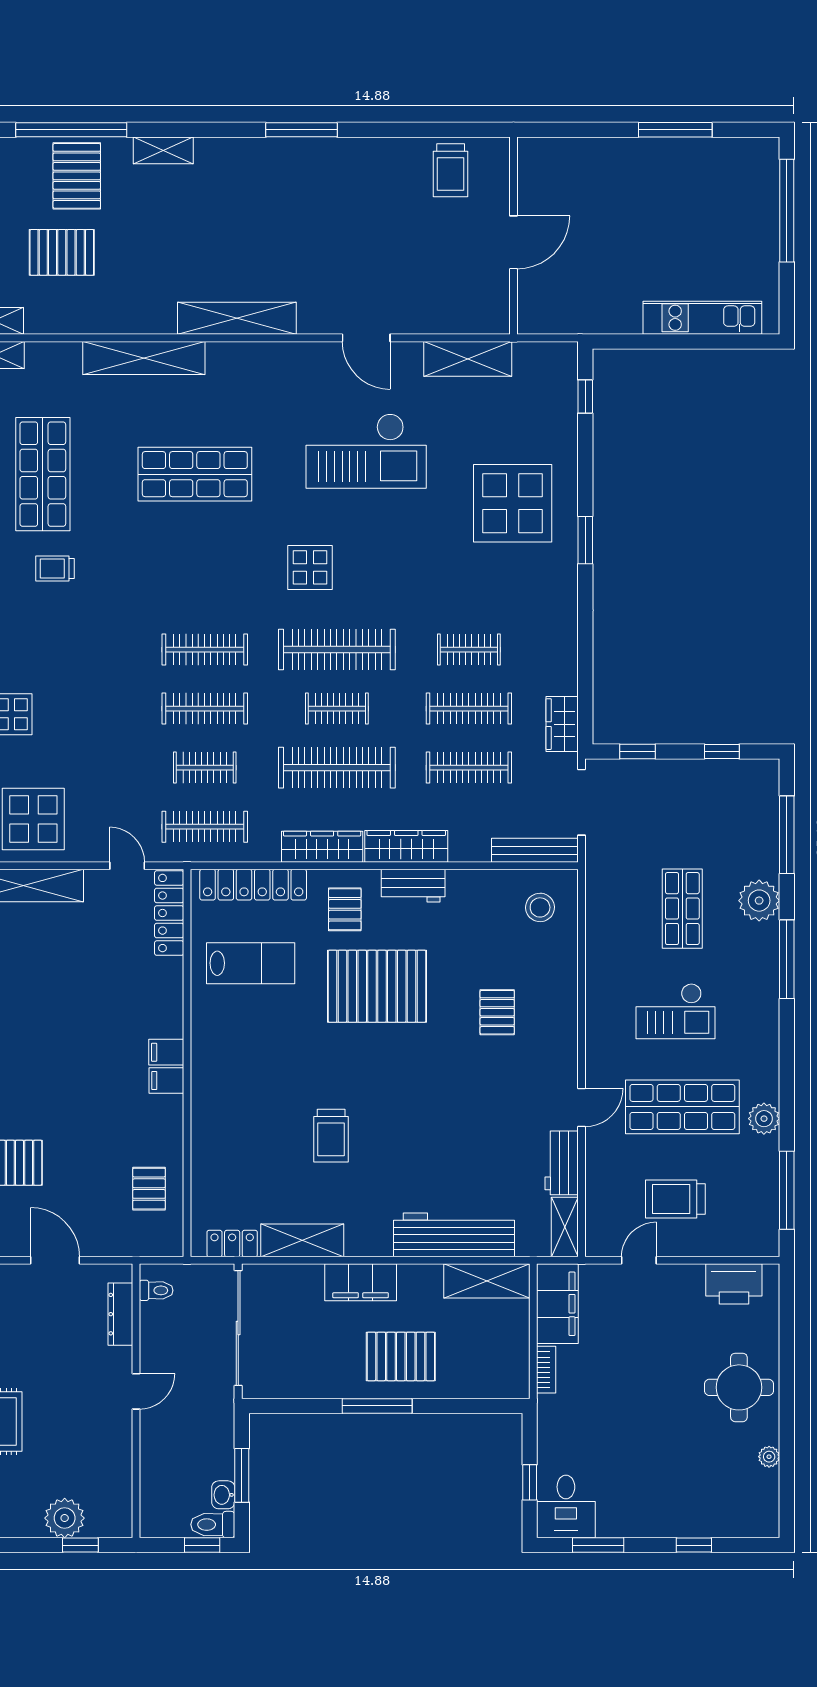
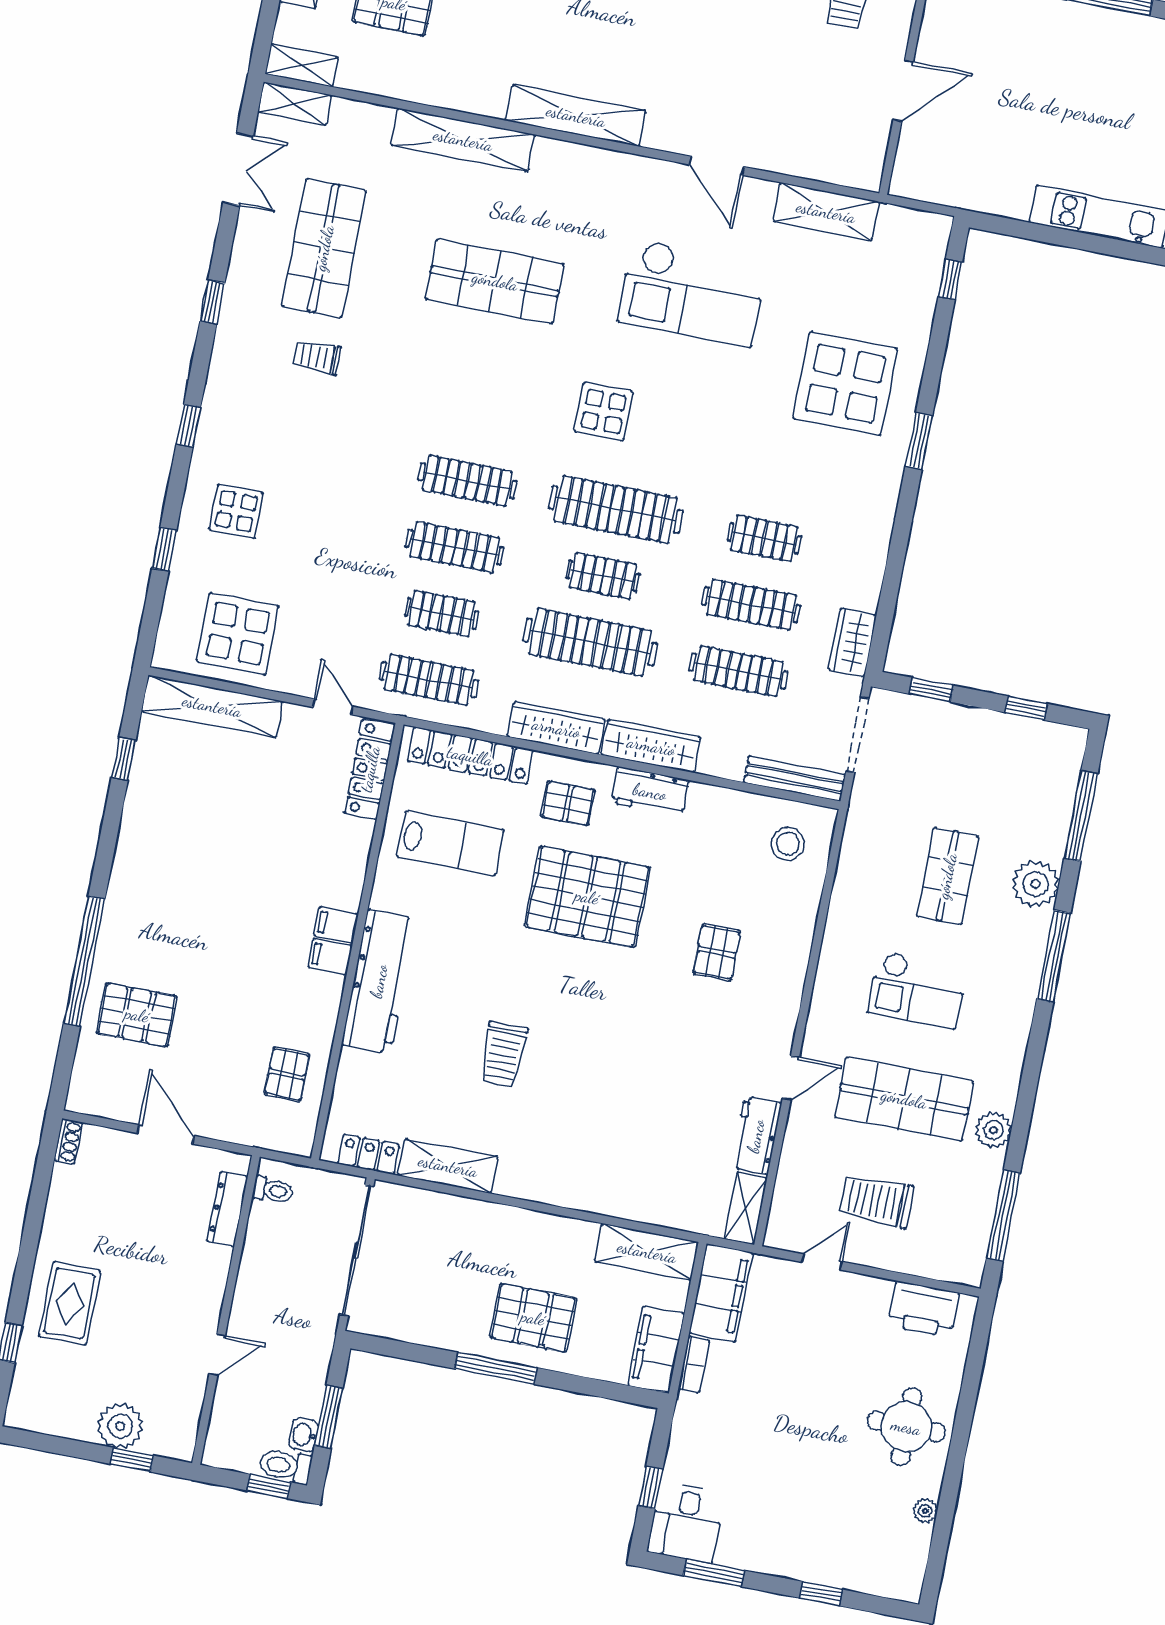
pallet: (345, 909) -> (568, 803), turned 90
workbench: (454, 1235) -> (379, 981), moved, turned 90
filing cabinet: (361, 1282) -> (656, 1350), moved, turned 90
door: (136, 1391) -> (217, 1355), moved

